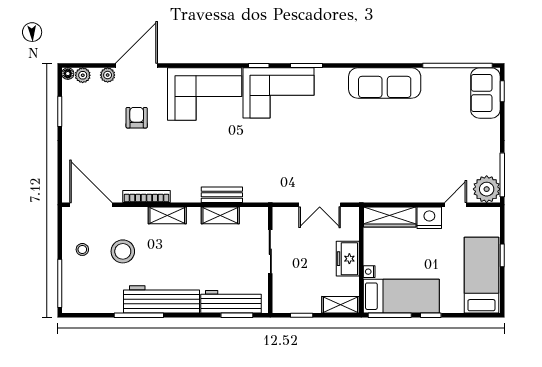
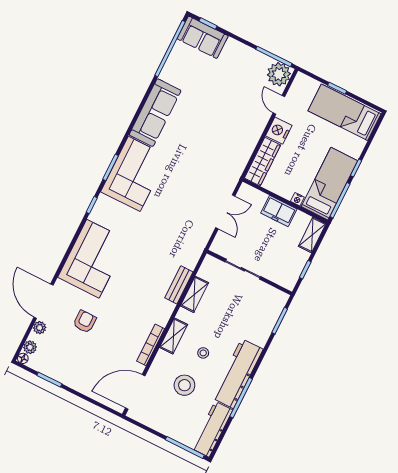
corner sofa: (278, 93) -> (134, 174), moved
armchair: (137, 118) -> (85, 322), turned 90
stool: (82, 249) -> (203, 353), moved
workbench: (231, 302) -> (212, 429), moved

